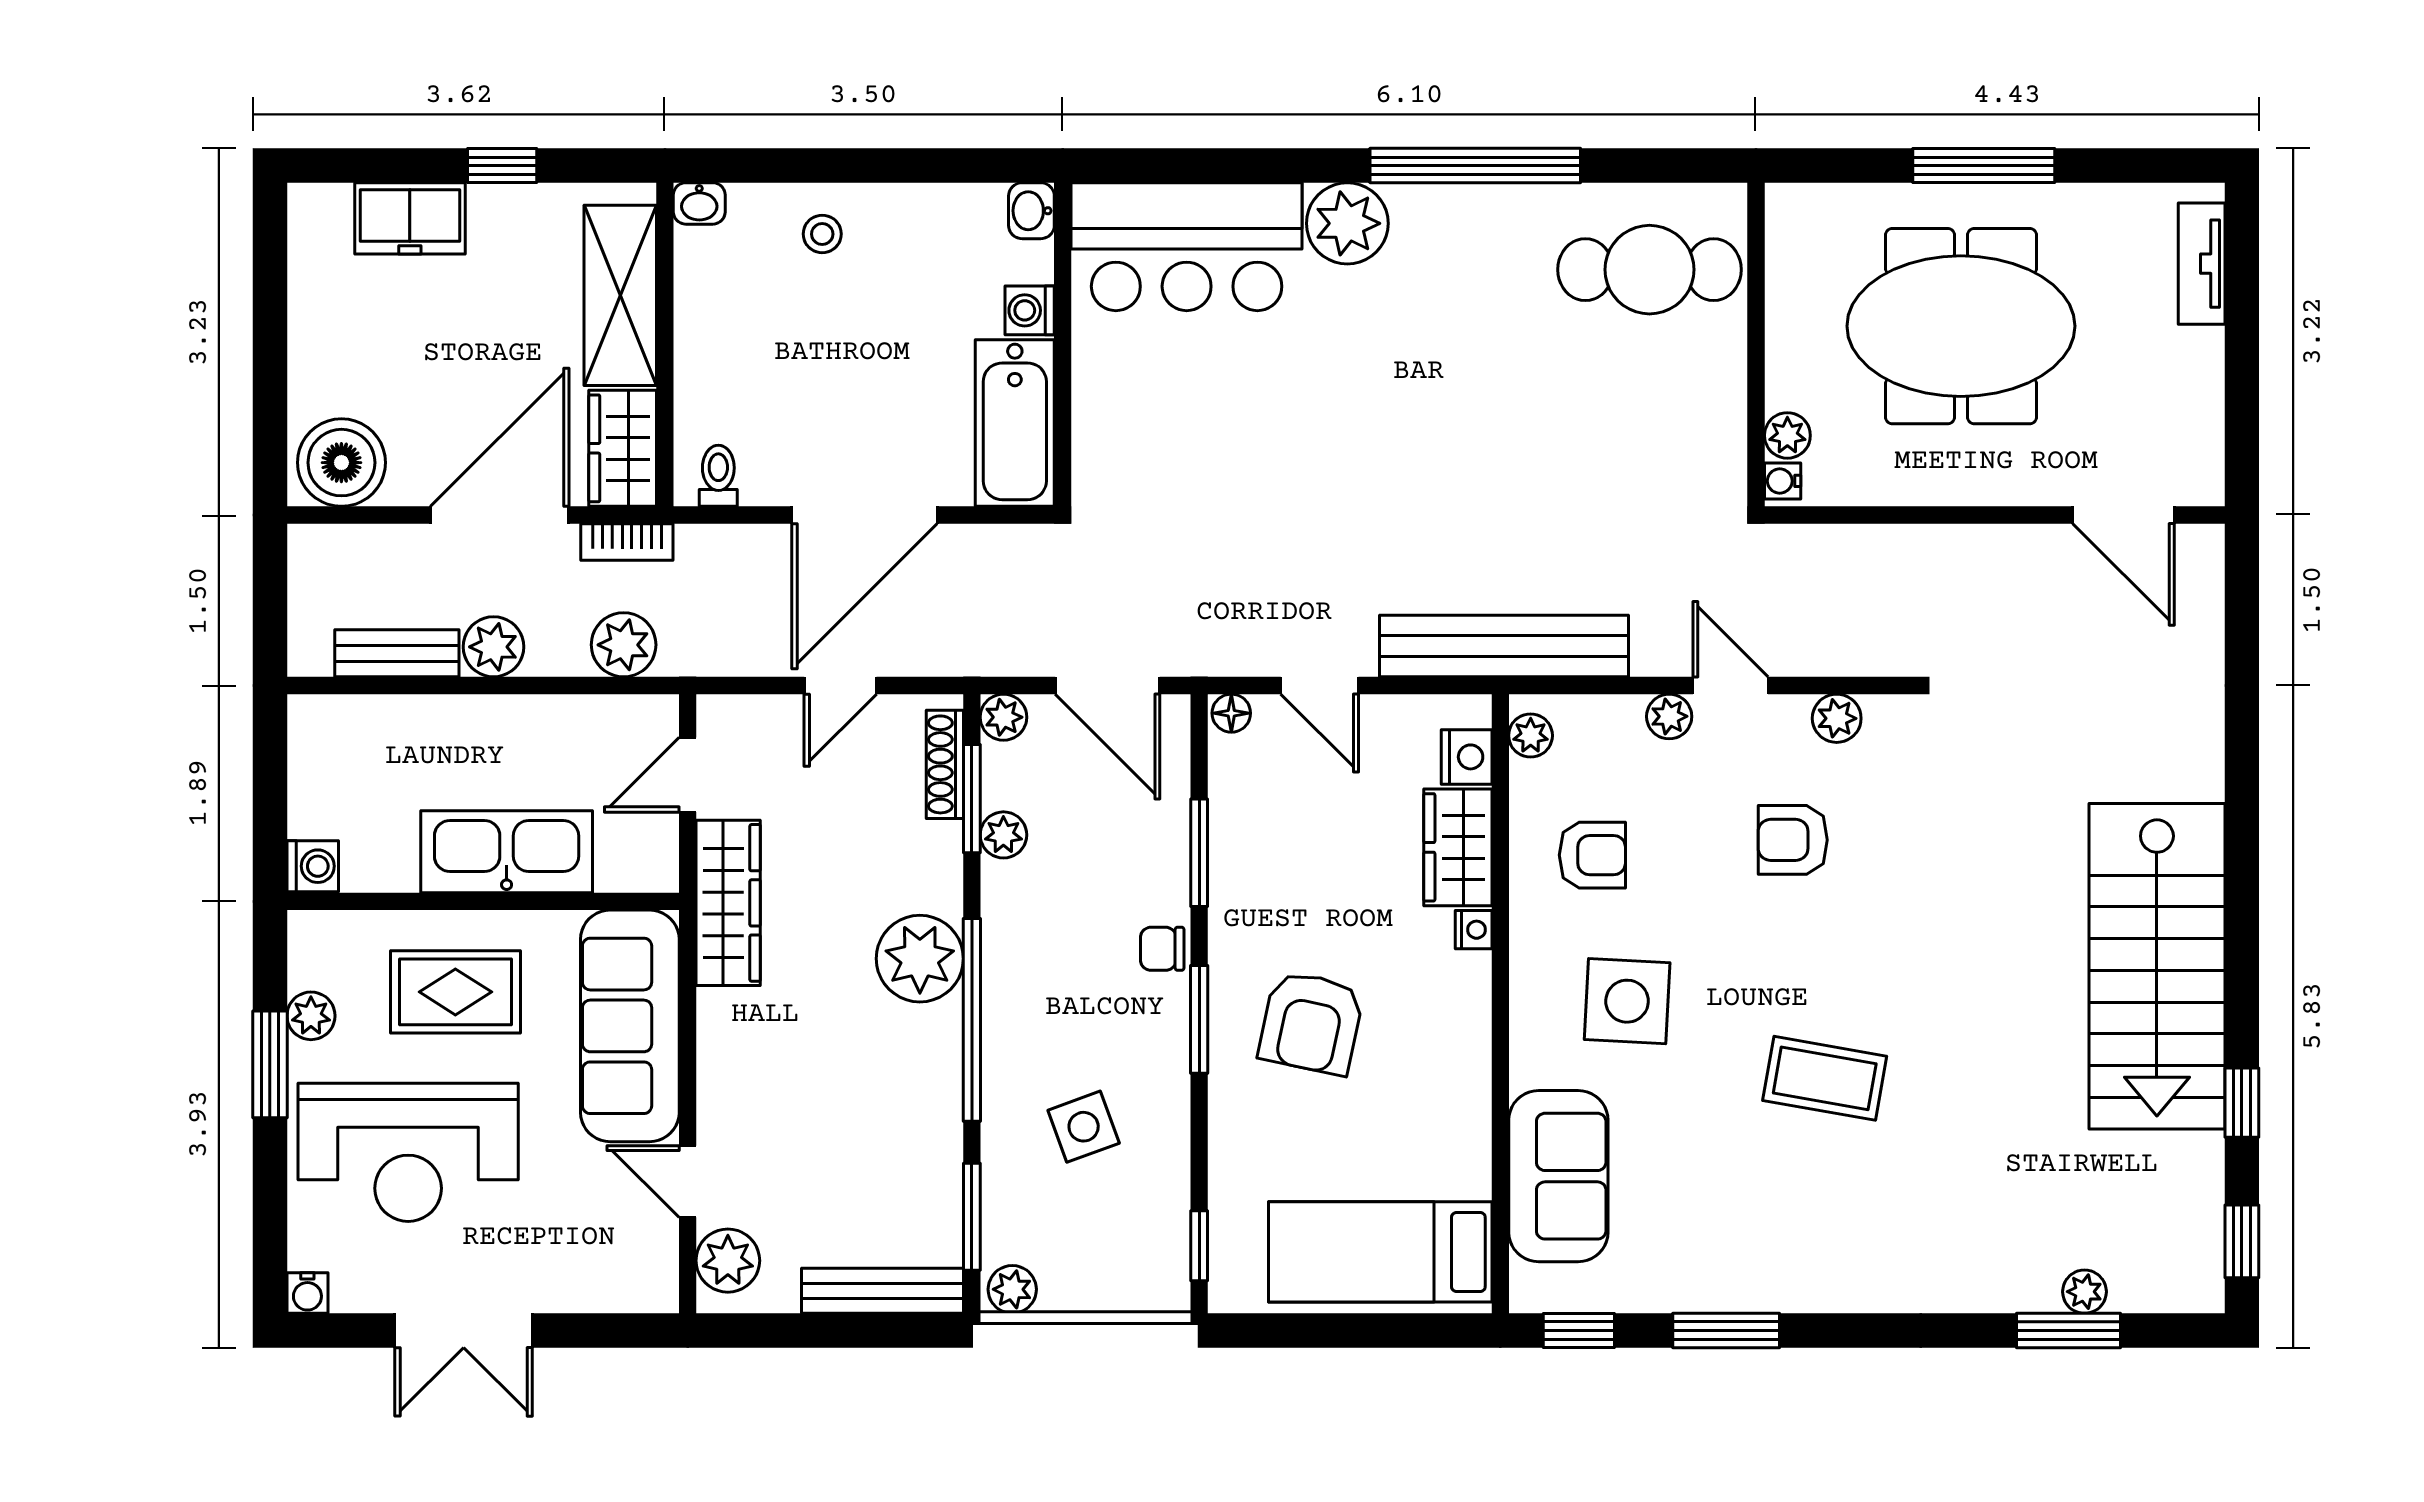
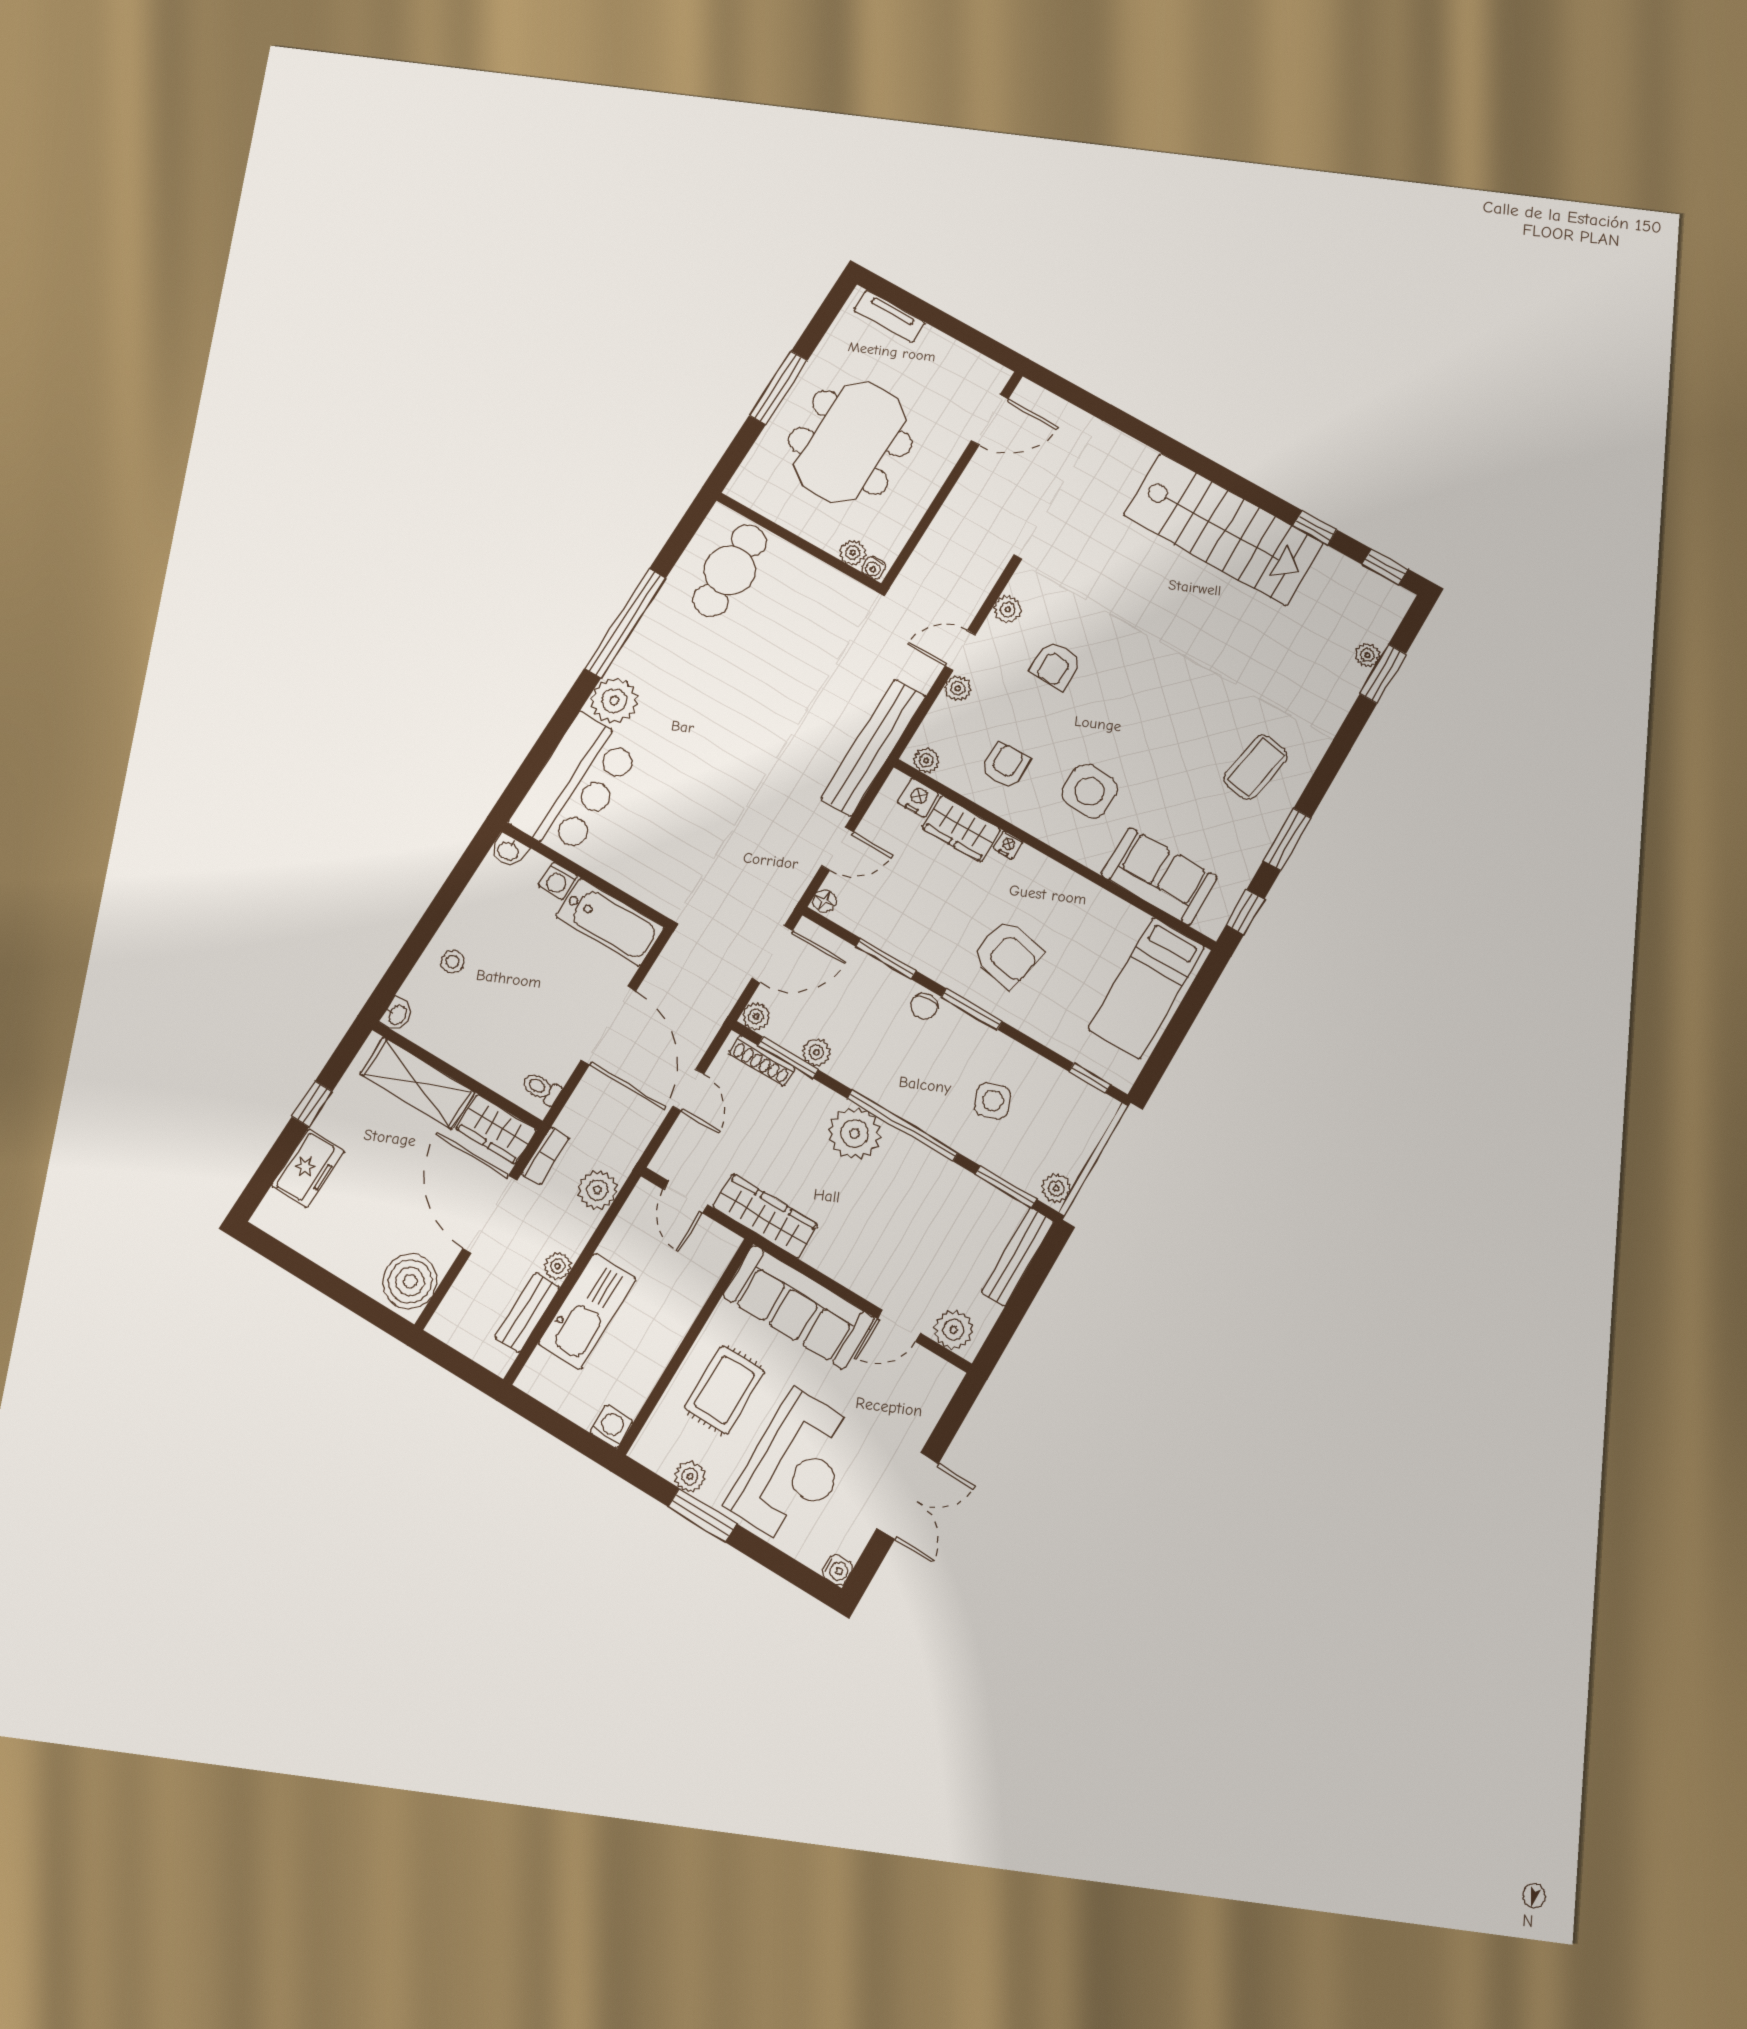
plant: (494, 647) -> (558, 1266), width x0.73, depth x0.73
kitchen sink: (507, 852) -> (587, 1311), moved, turned 180
coffee table: (1825, 1078) -> (1255, 767), moved

